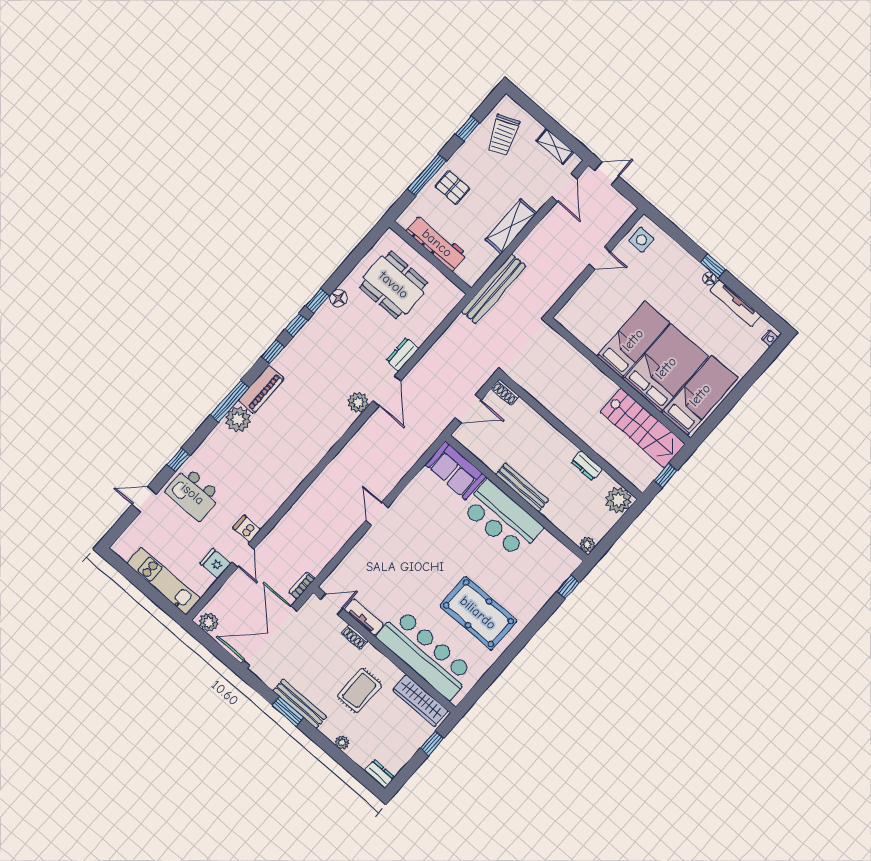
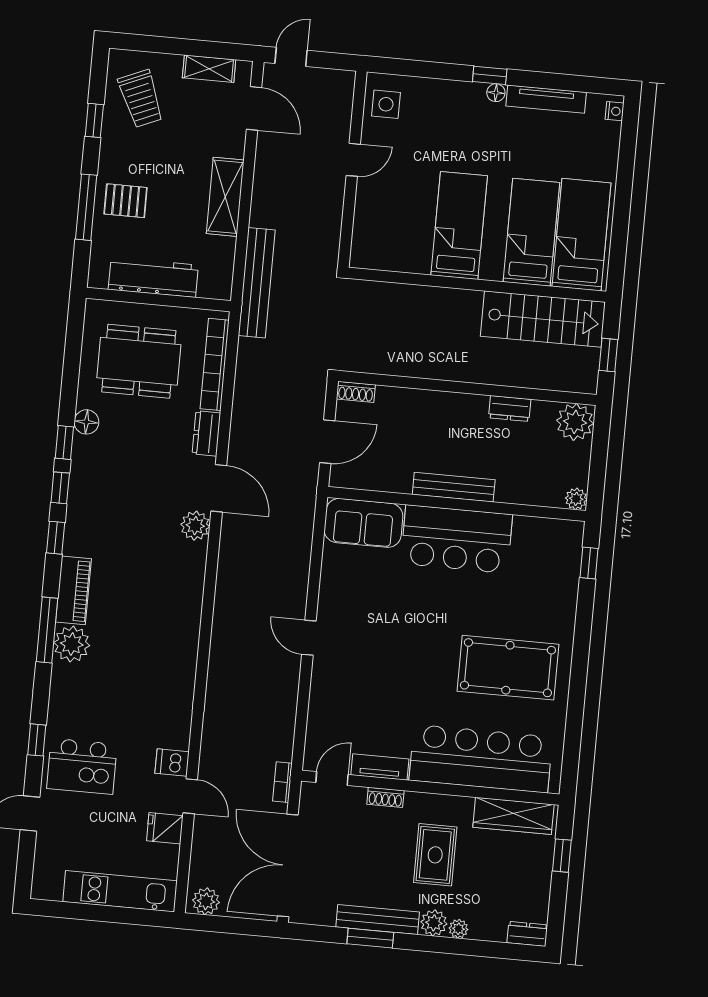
bookcase: (436, 318) -> (215, 364), added
bed: (666, 368) -> (531, 232), width x0.67
plant: (330, 729) -> (434, 923), added

